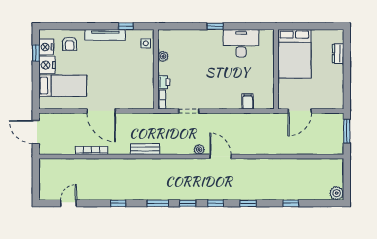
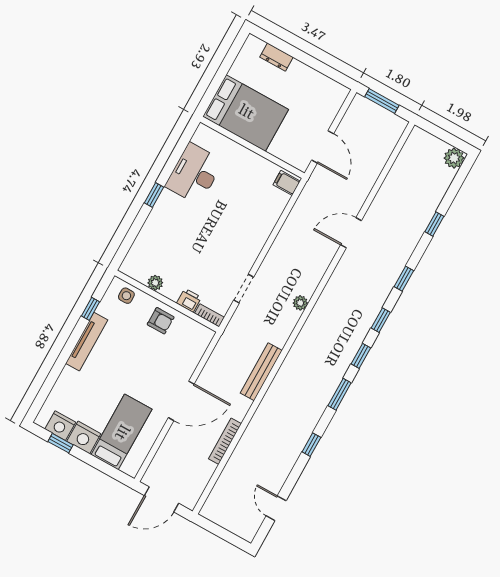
armchair: (70, 44) -> (161, 321), moved
filing cabinet: (248, 101) -> (287, 183), moved
bench: (145, 149) -> (261, 372), width x1.36
door: (221, 156) -> (351, 233), moved

